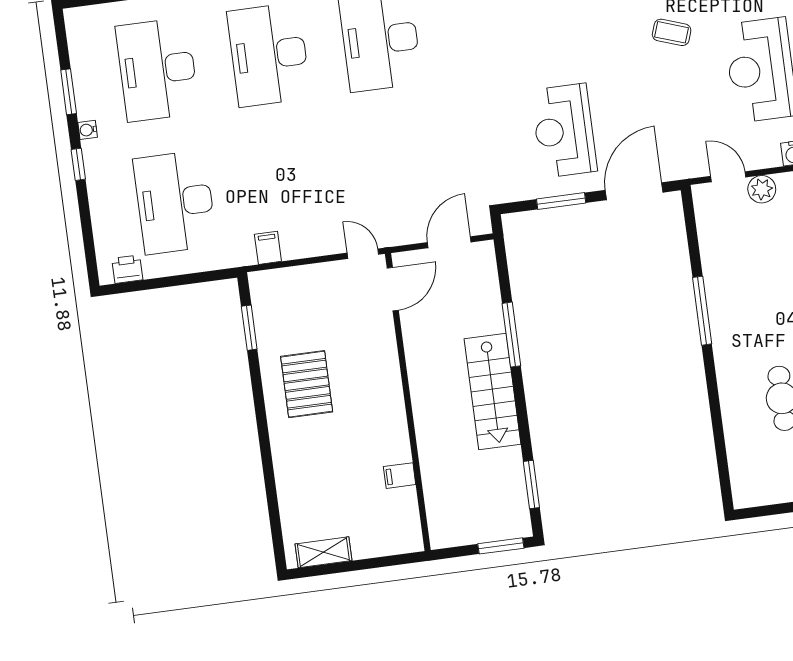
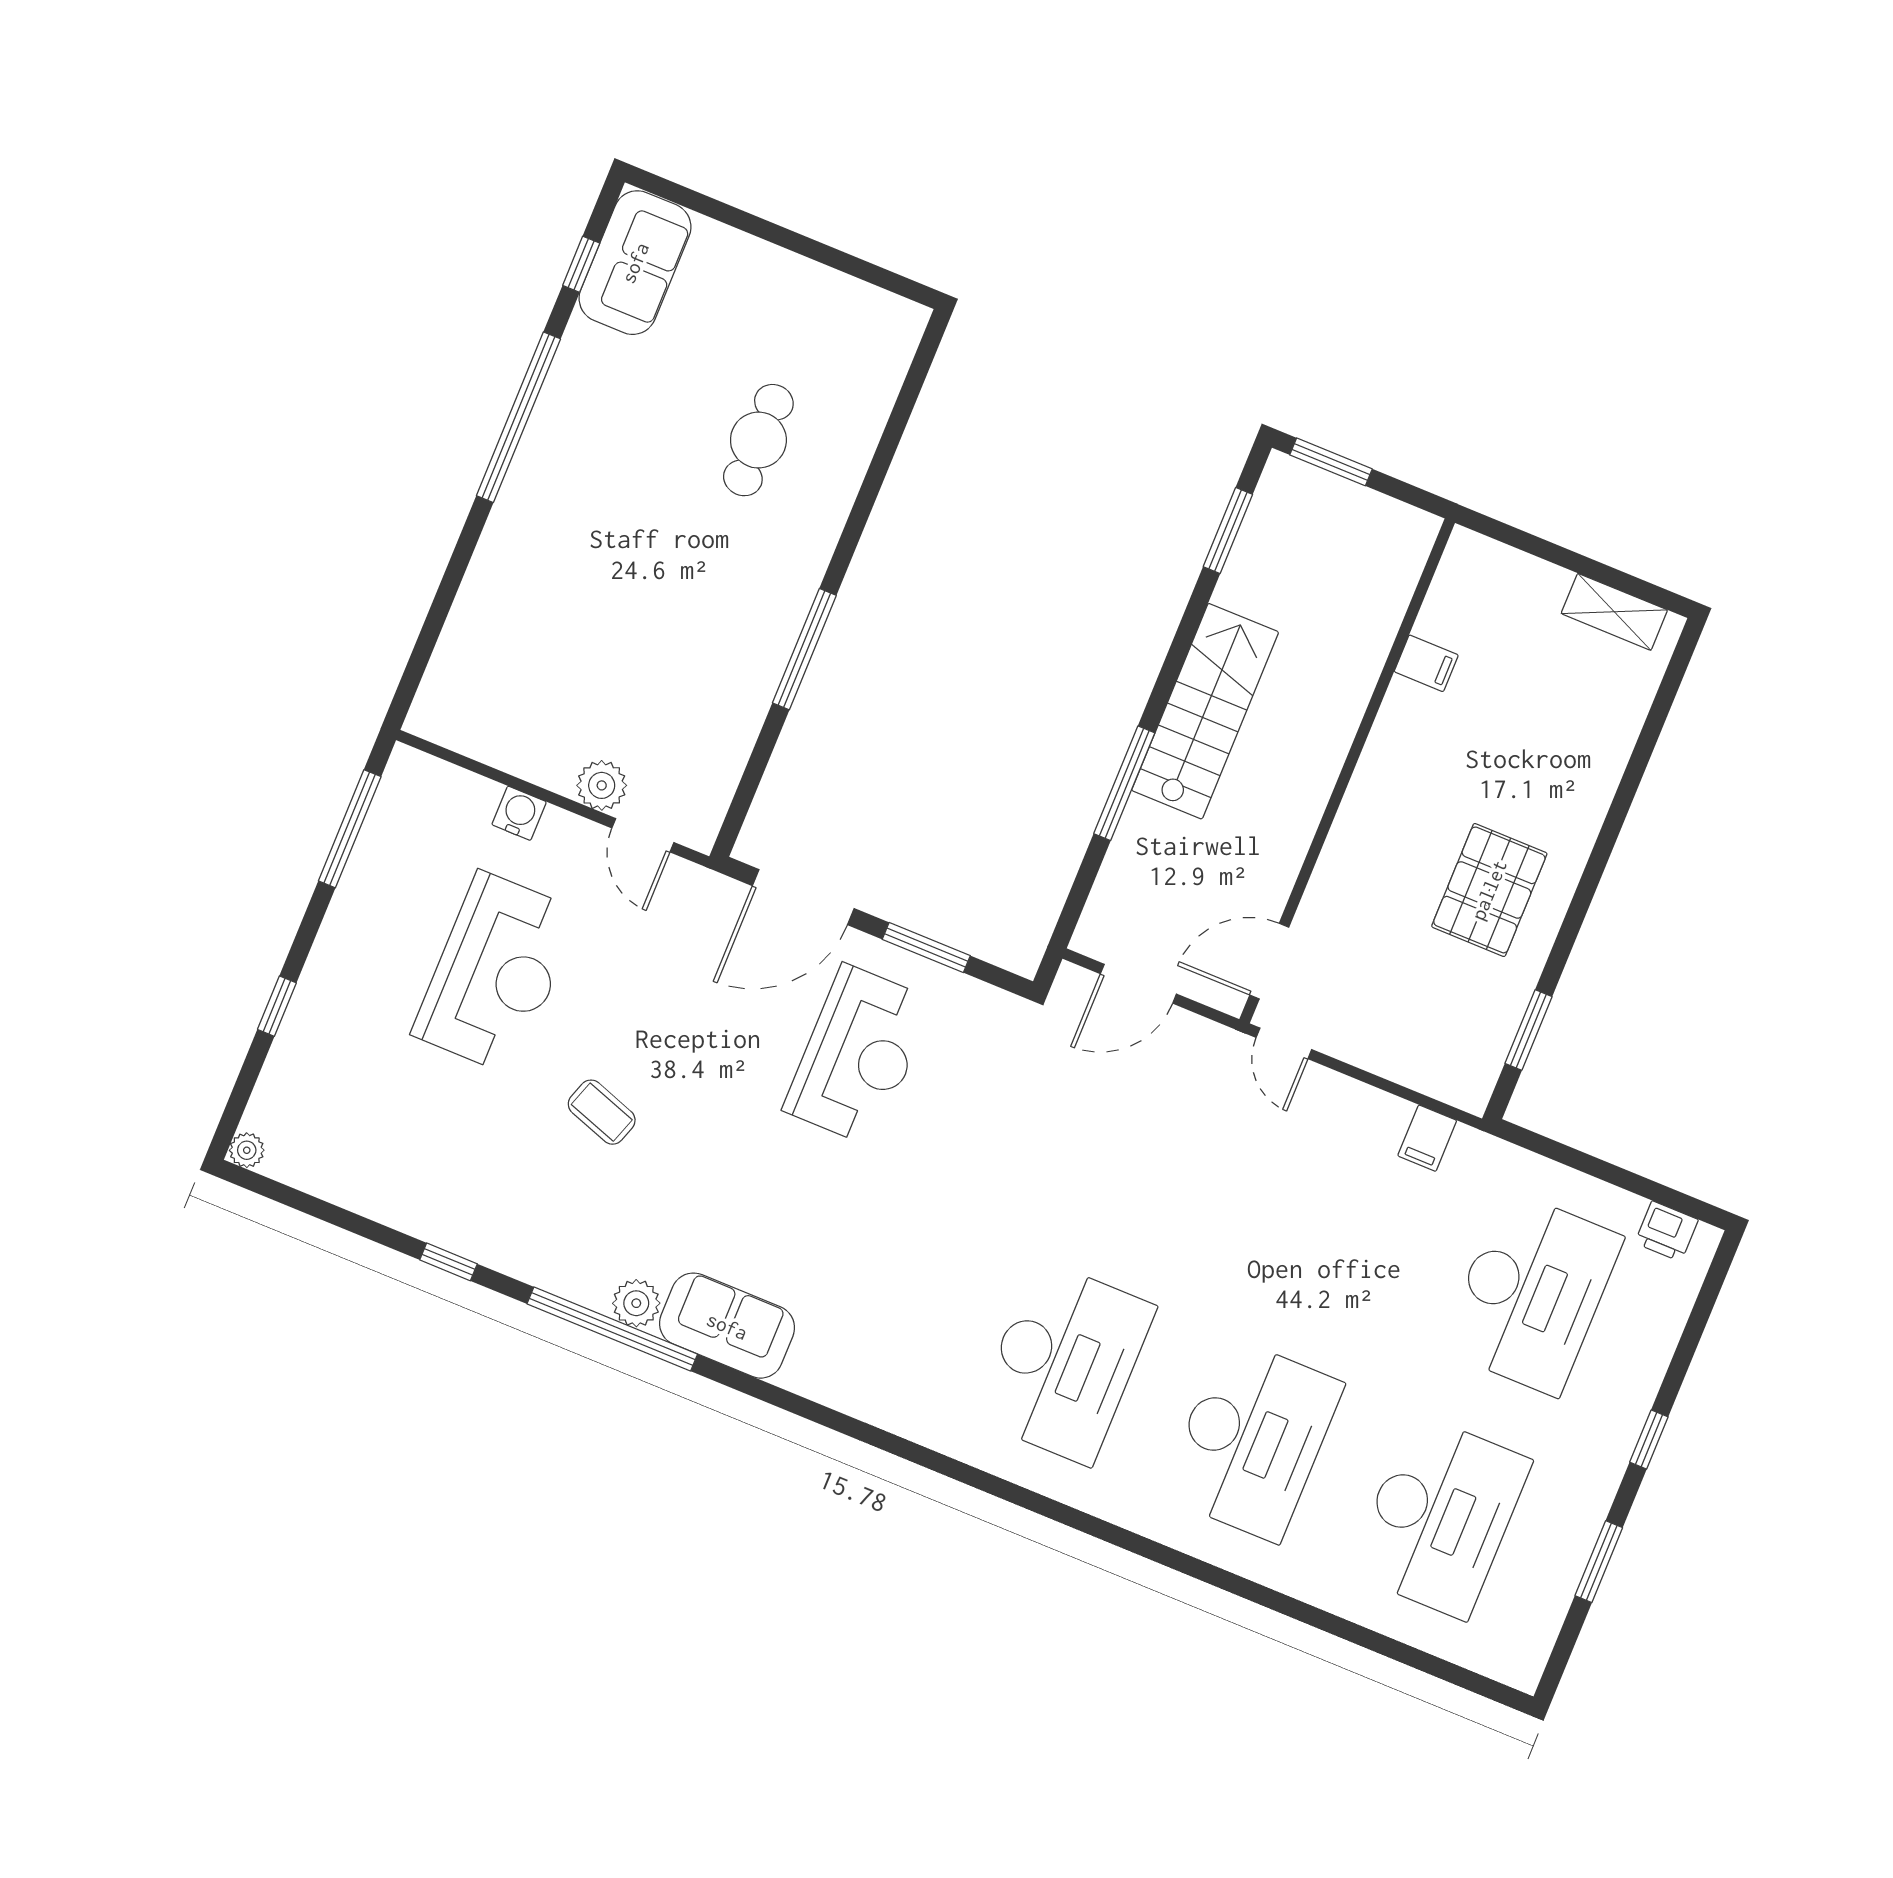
water cooler: (88, 130) -> (1603, 1485), removed

